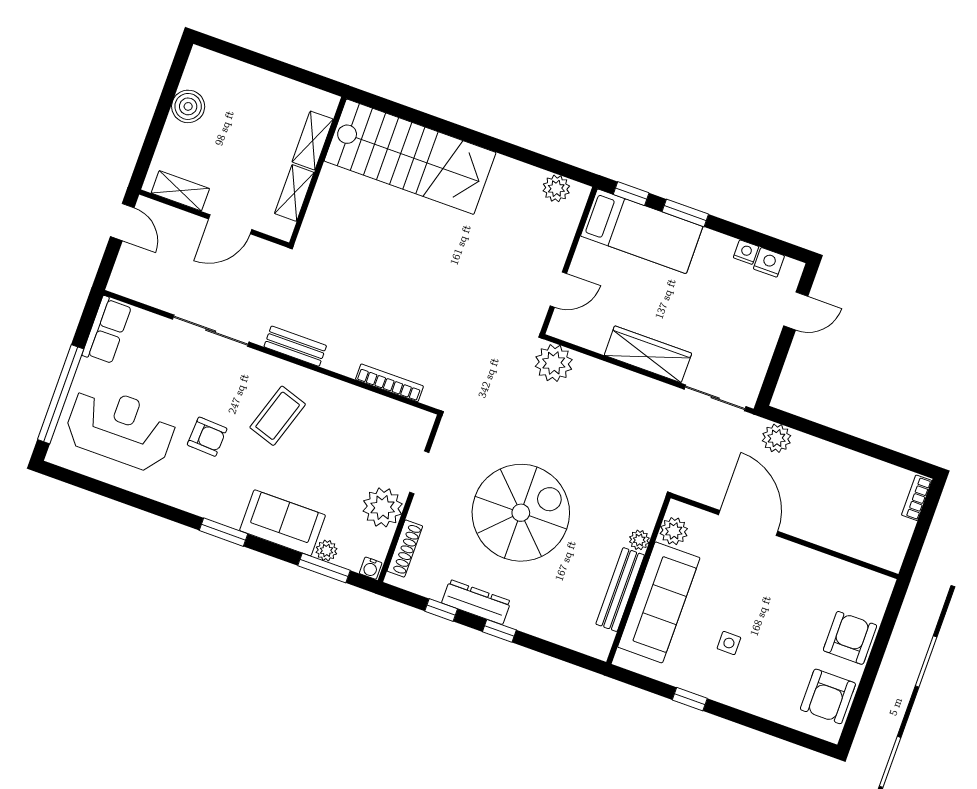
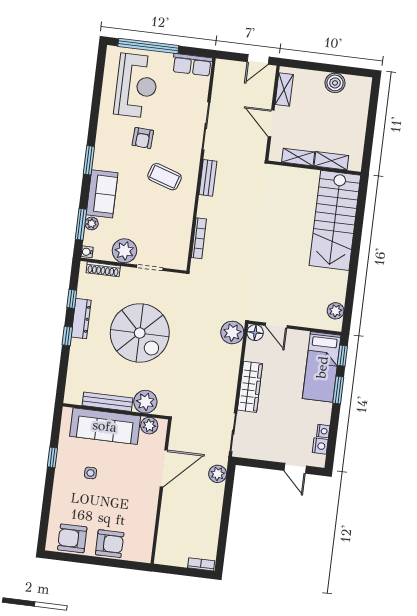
floor lamp: (562, 326) -> (255, 333), added
plant: (639, 540) -> (145, 402), width x1.88, depth x1.88

